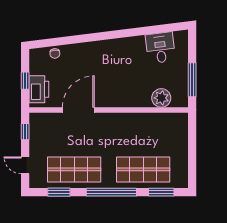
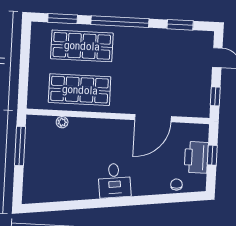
desk: (160, 48) -> (114, 181), moved
printer: (39, 89) -> (196, 157), moved
plant: (161, 98) -> (62, 122), width x0.53, depth x0.53
shop shelf: (74, 169) -> (80, 90), moved

